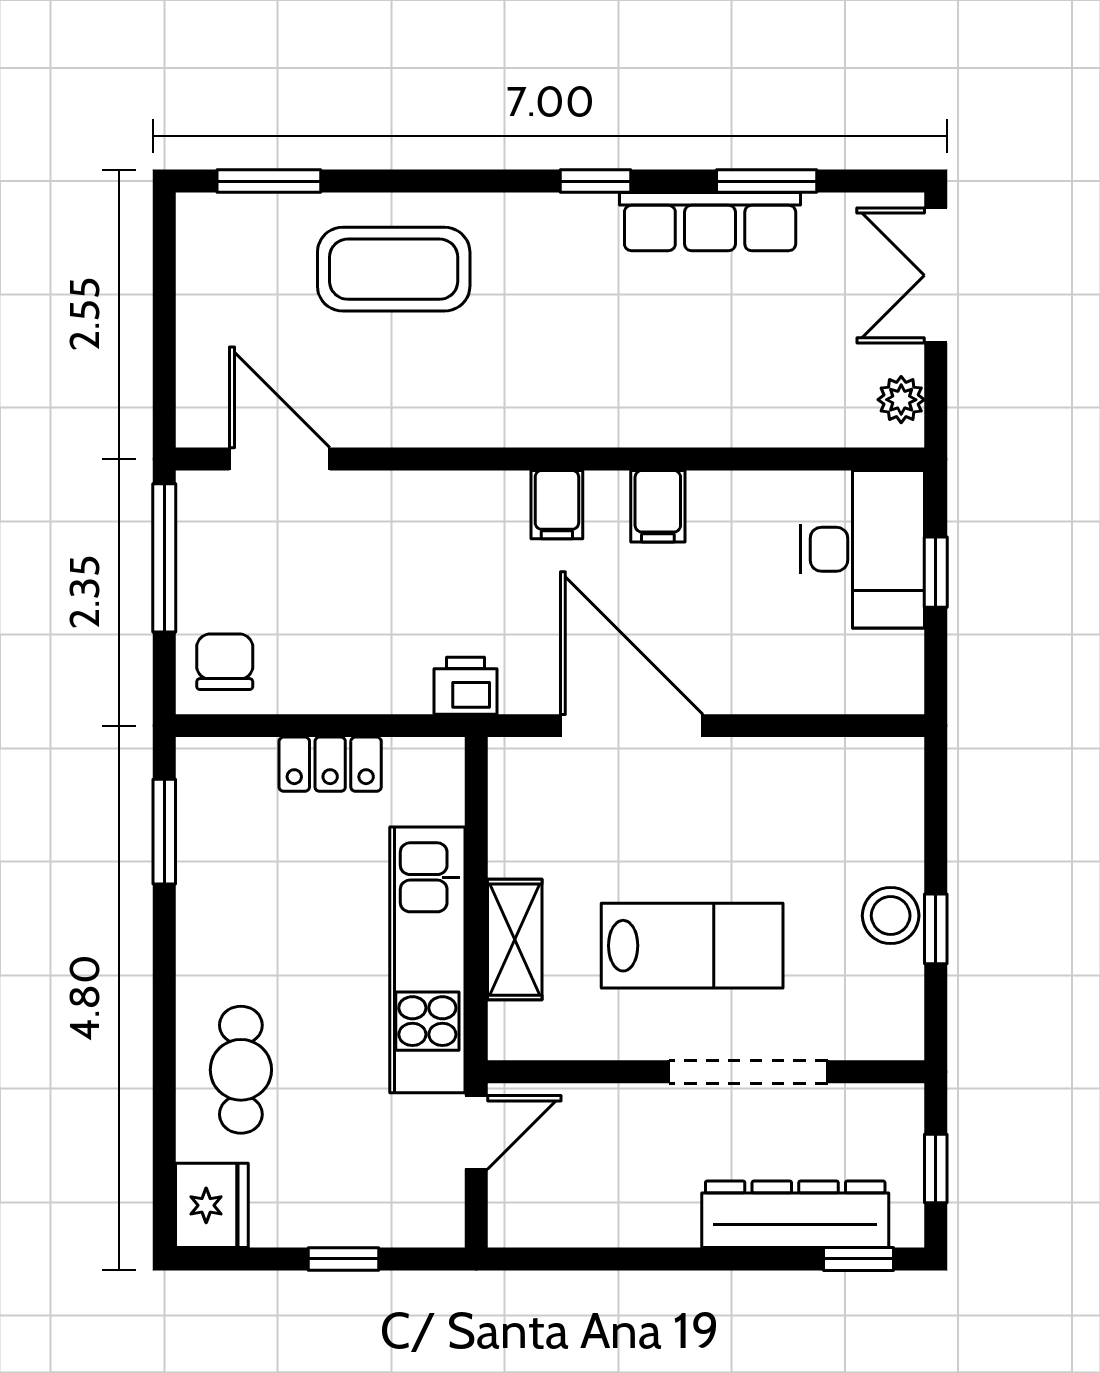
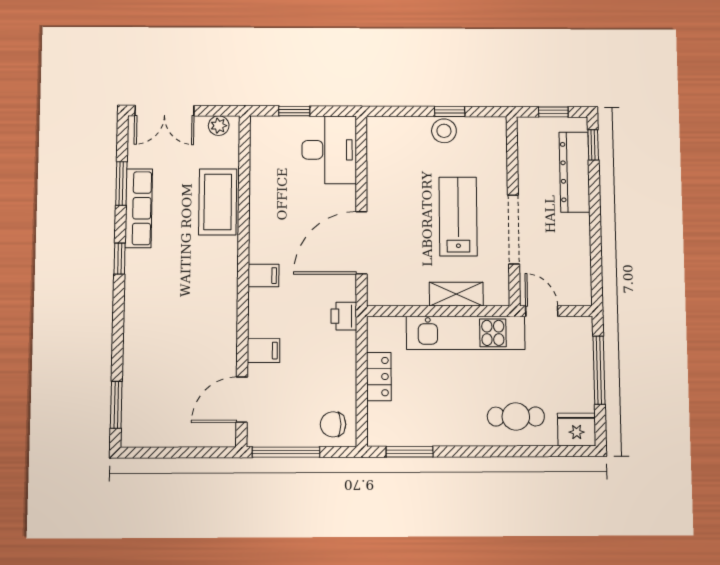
coffee table: (394, 269) -> (218, 202), moved
filing cabinet: (658, 506) -> (264, 351), moved
desk: (862, 549) -> (329, 150), moved, turned 90
doorway: (748, 1072) -> (513, 229), moved
window: (344, 1259) -> (599, 370), width x2.17

